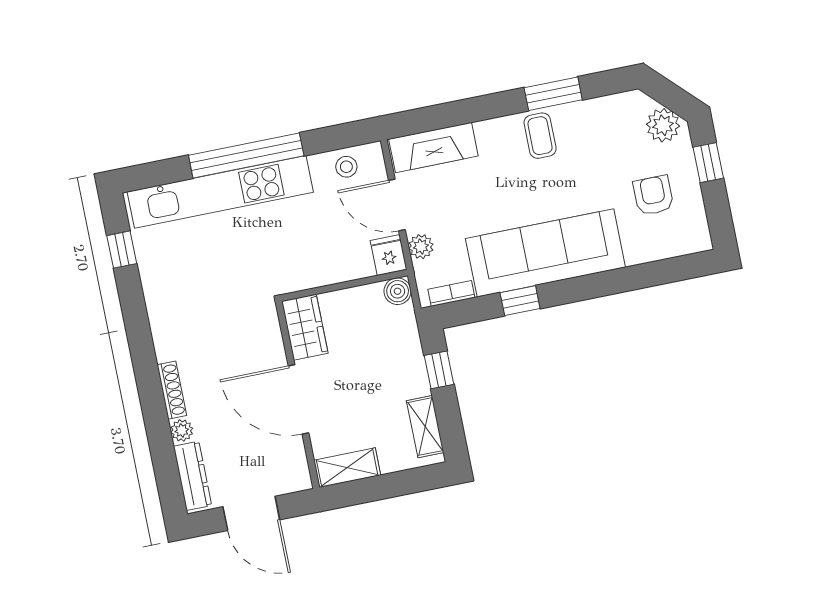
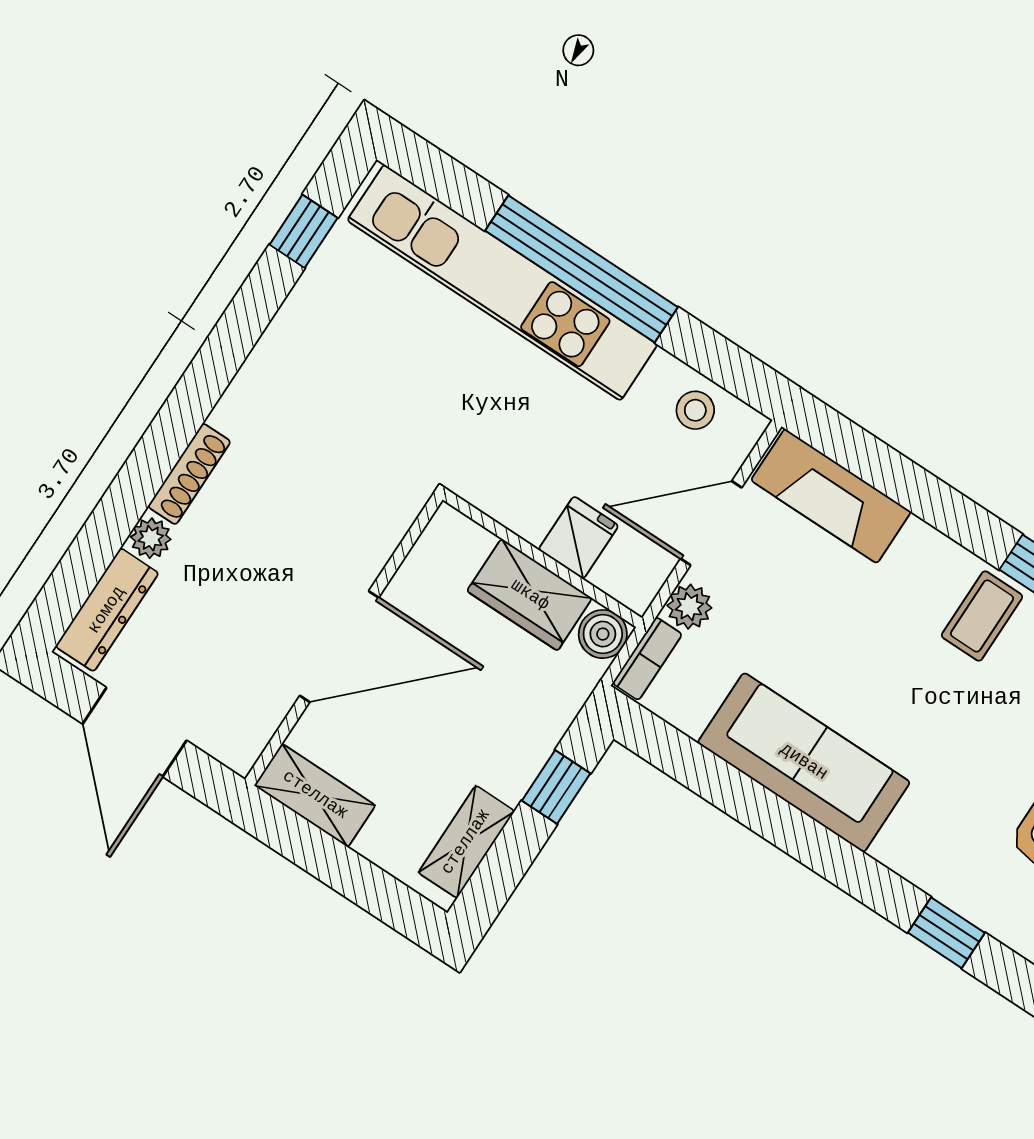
door: (397, 205) -> (711, 523), hinge flipped
sofa: (545, 253) -> (804, 762), width x0.74, depth x0.79
fridge: (389, 255) -> (579, 538), moved
bookcase: (451, 293) -> (647, 659), moved, turned 90
window: (520, 301) -> (946, 933), moved
wardrobe: (305, 327) -> (530, 595), moved, turned 90
door: (299, 399) -> (339, 647), swing flipped

